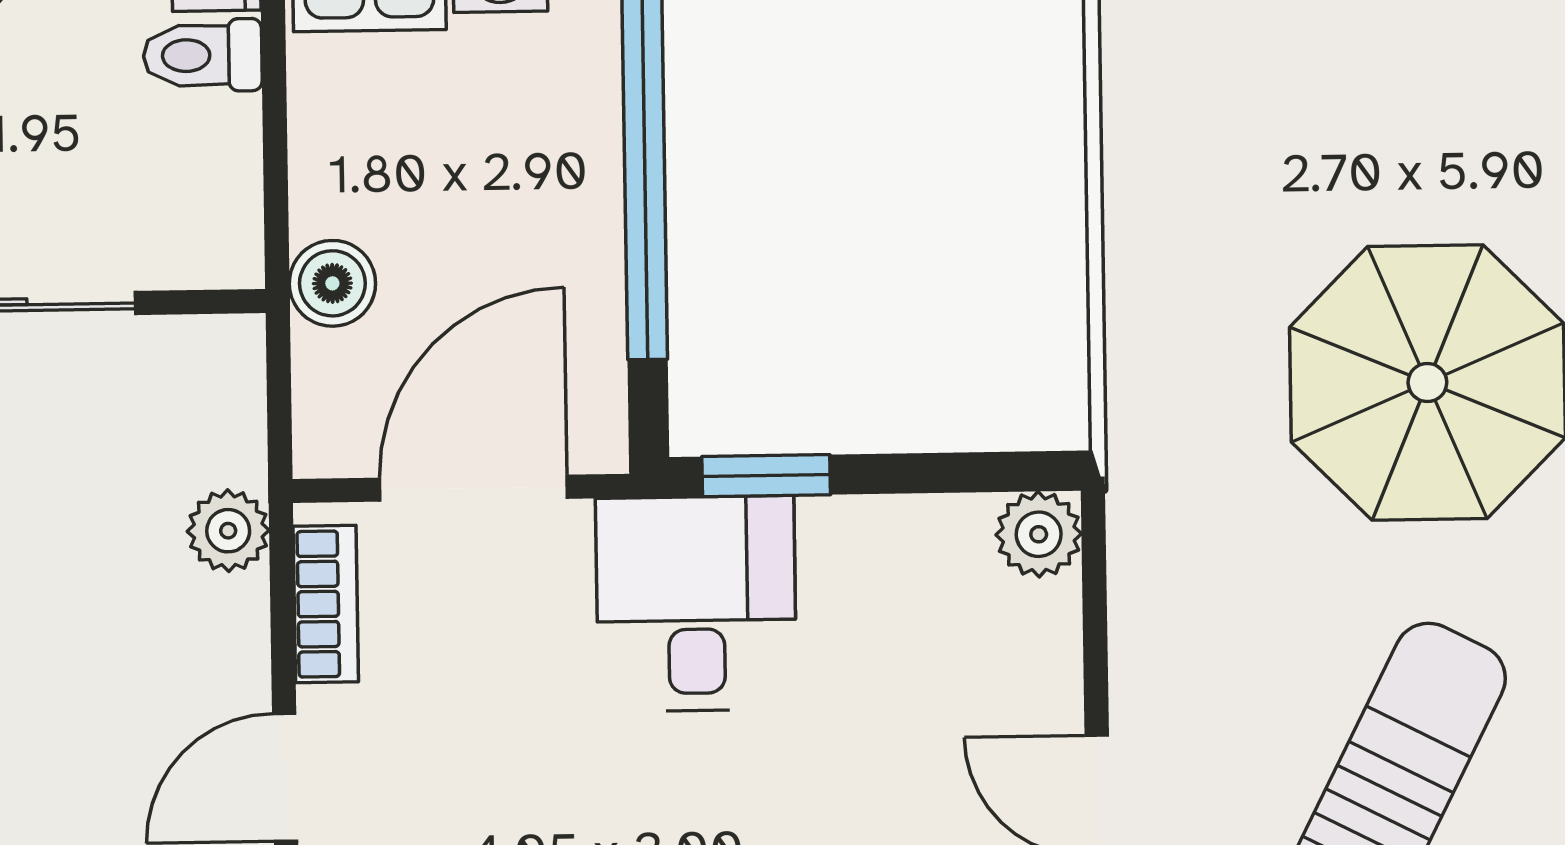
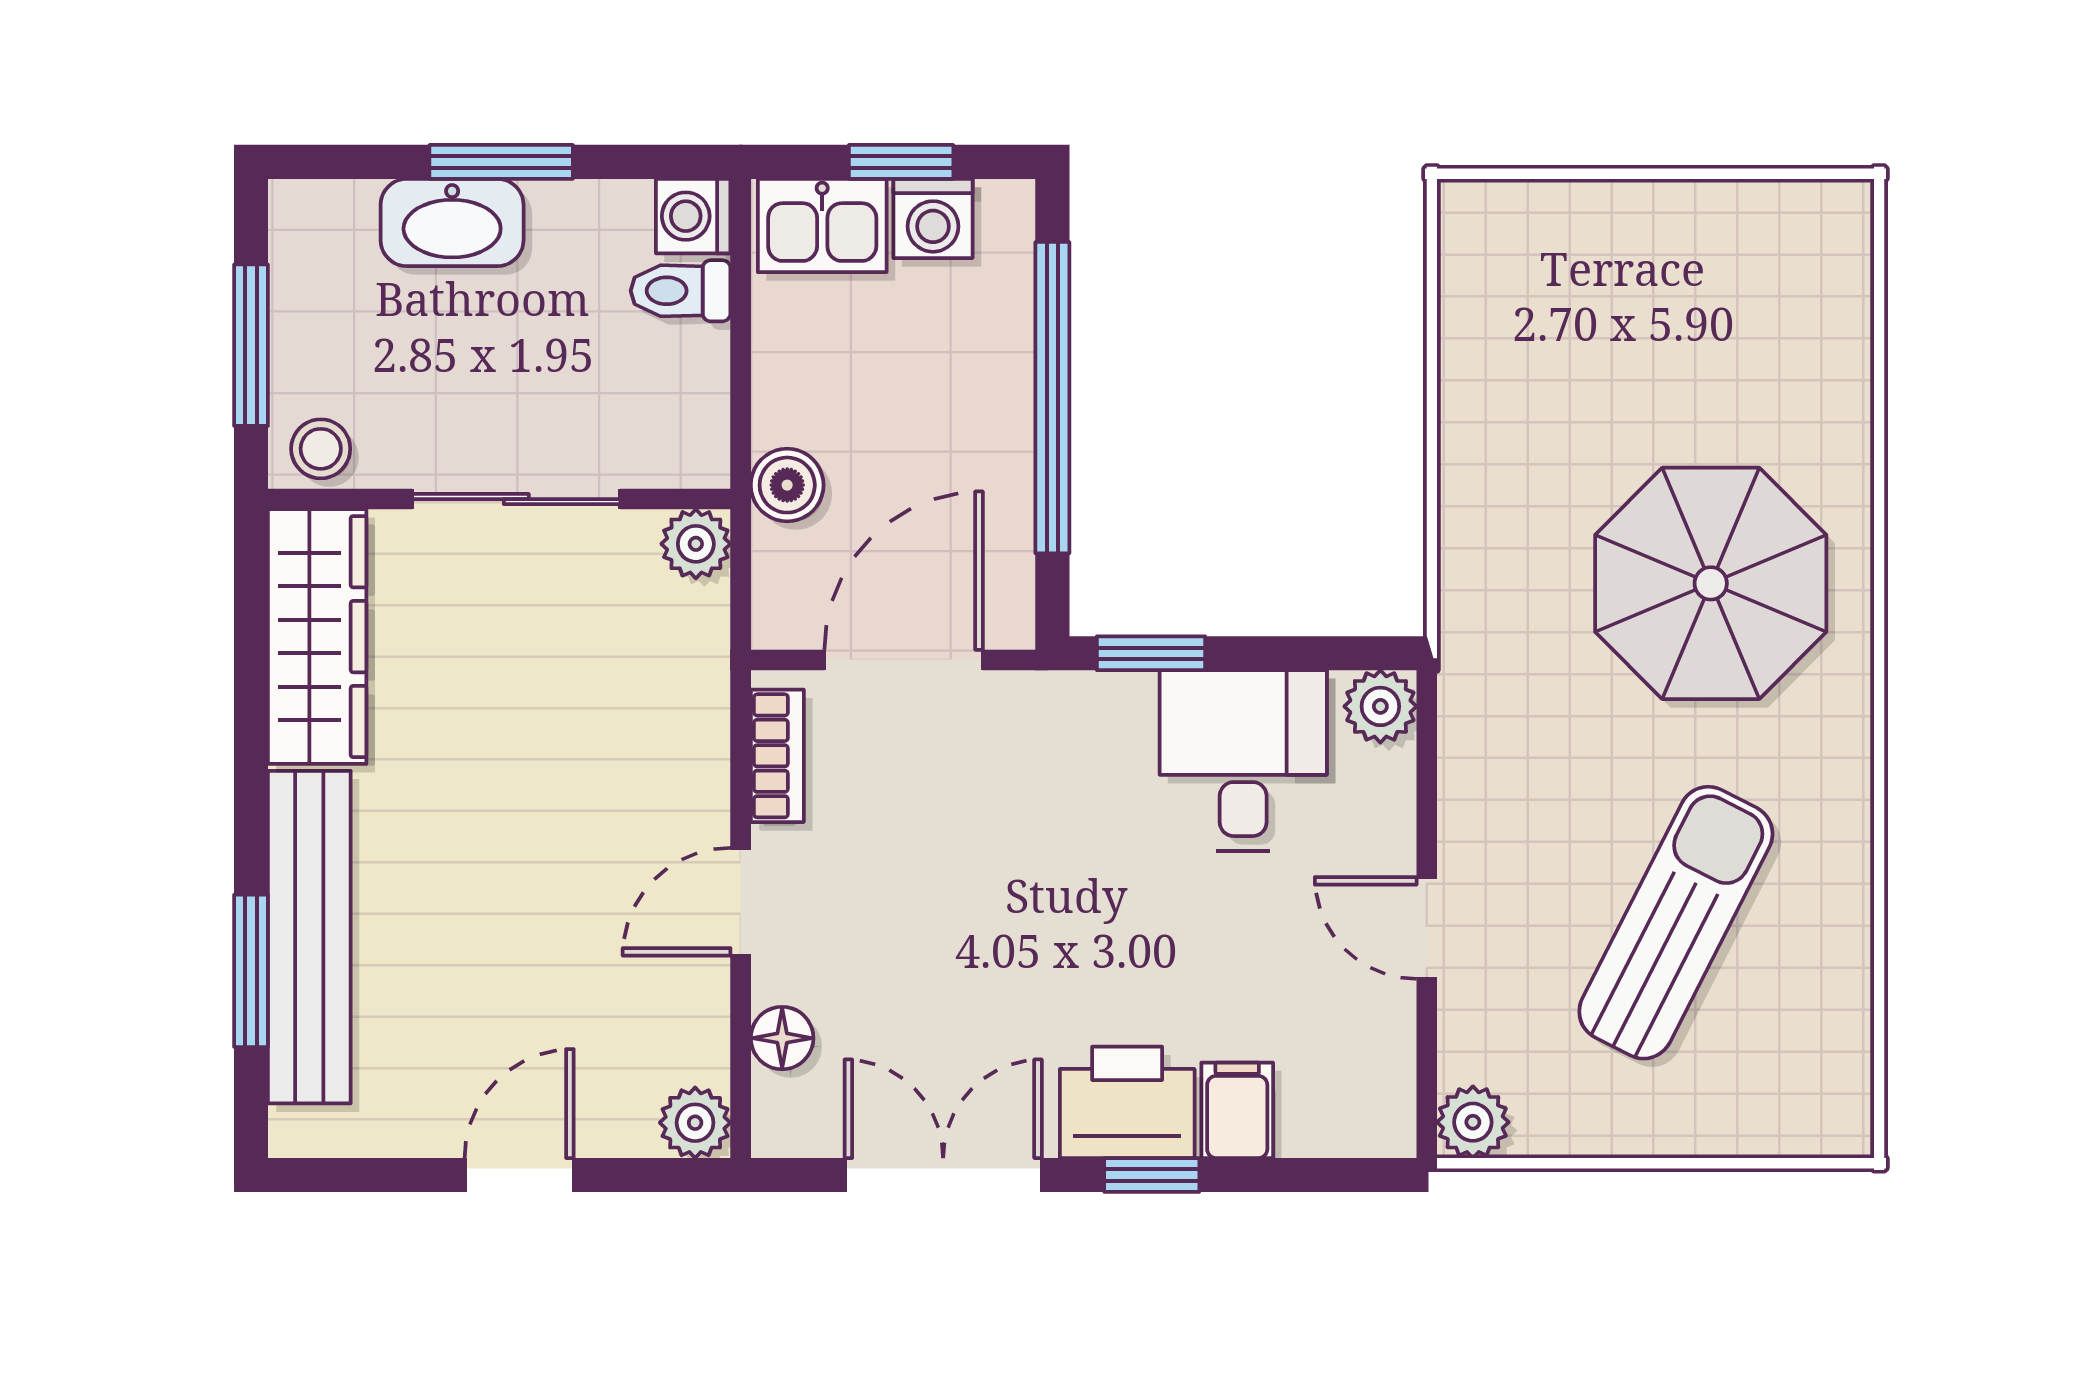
plant: (228, 531) -> (696, 544), moved
desk: (696, 604) -> (1243, 760), moved

